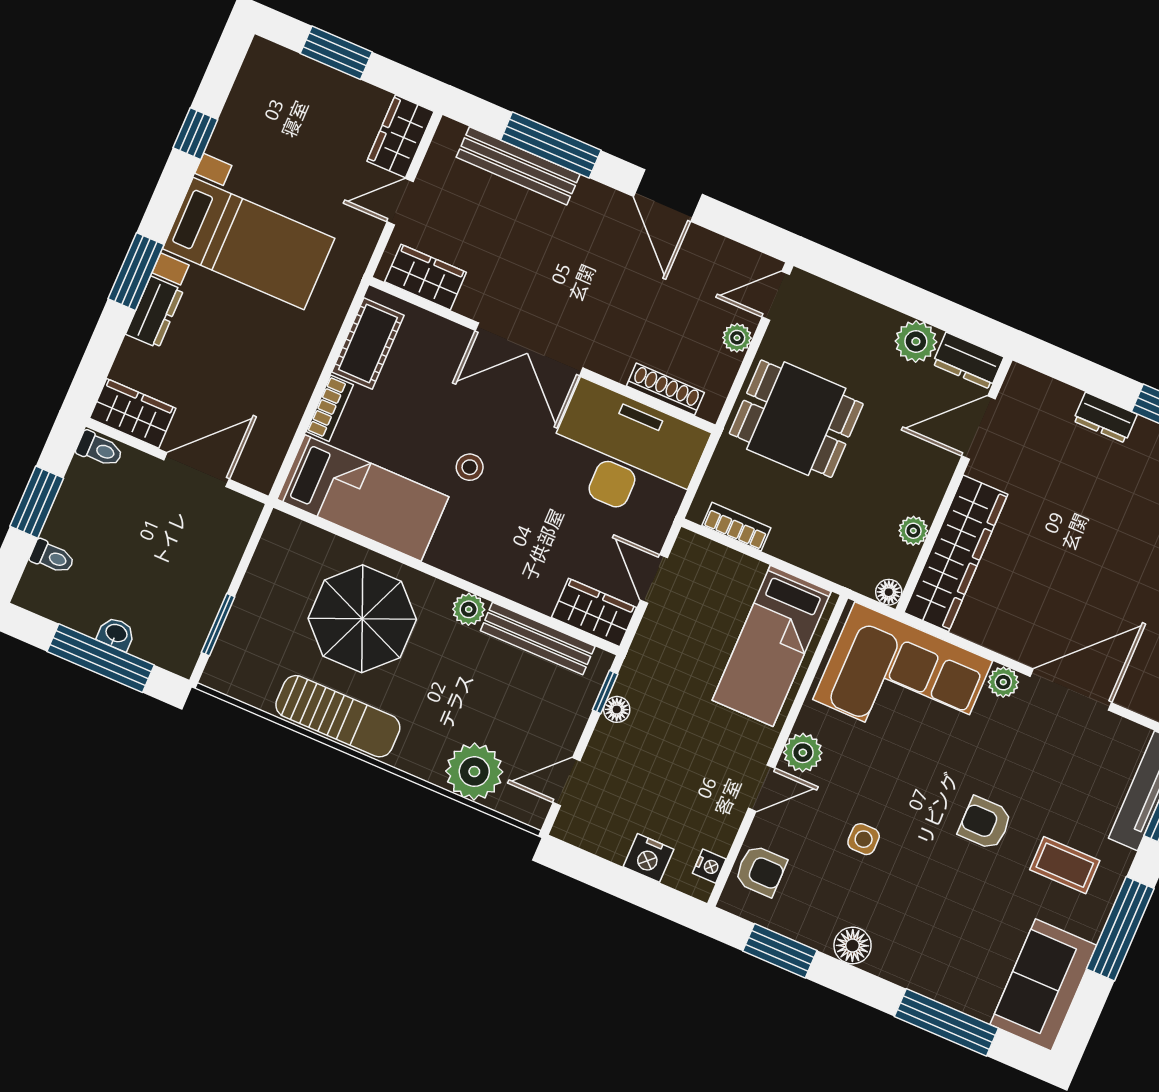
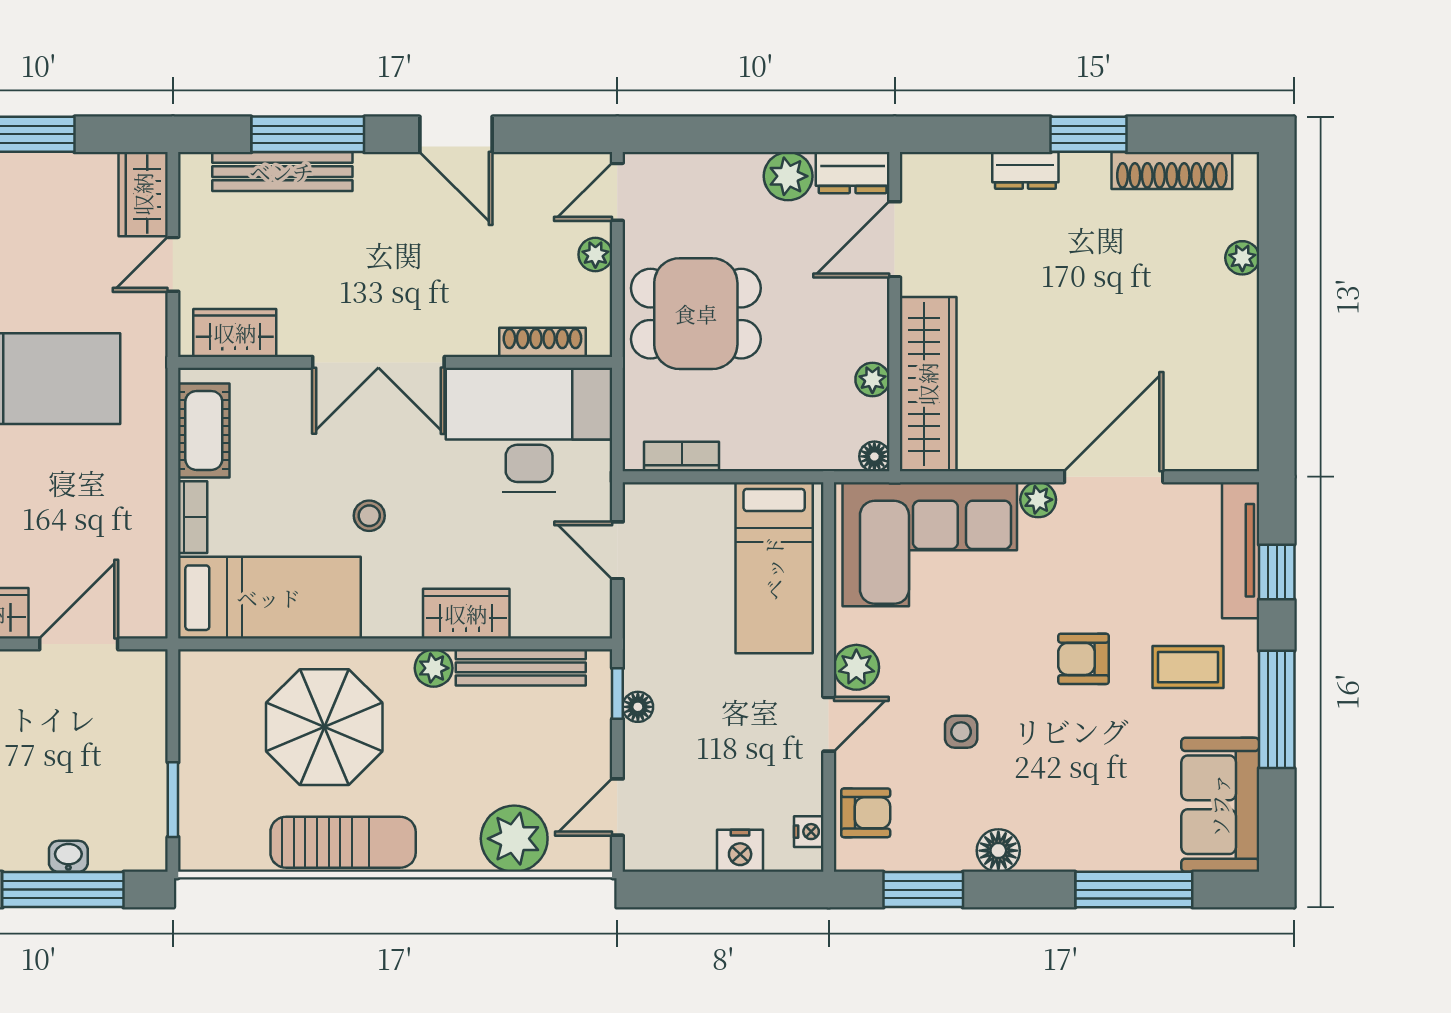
wardrobe: (594, 612) -> (466, 614), moved

